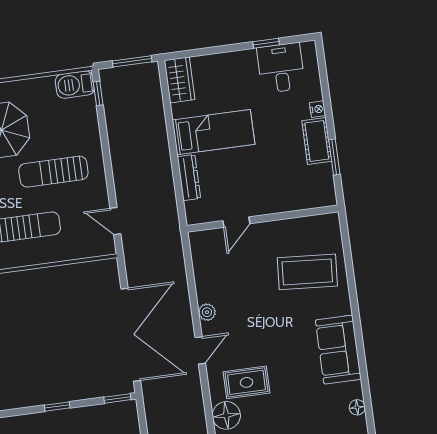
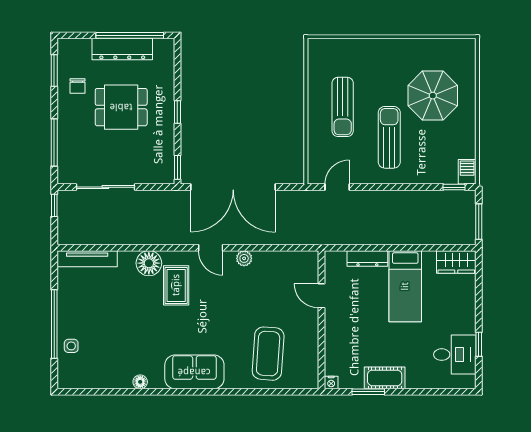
barbecue: (75, 85) -> (467, 172), width x0.73, depth x0.79
nightstand: (318, 109) -> (331, 383), moved

